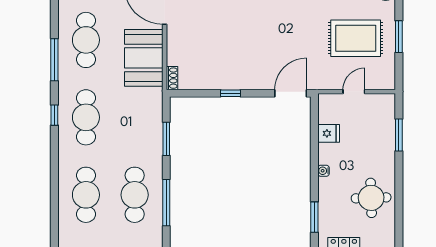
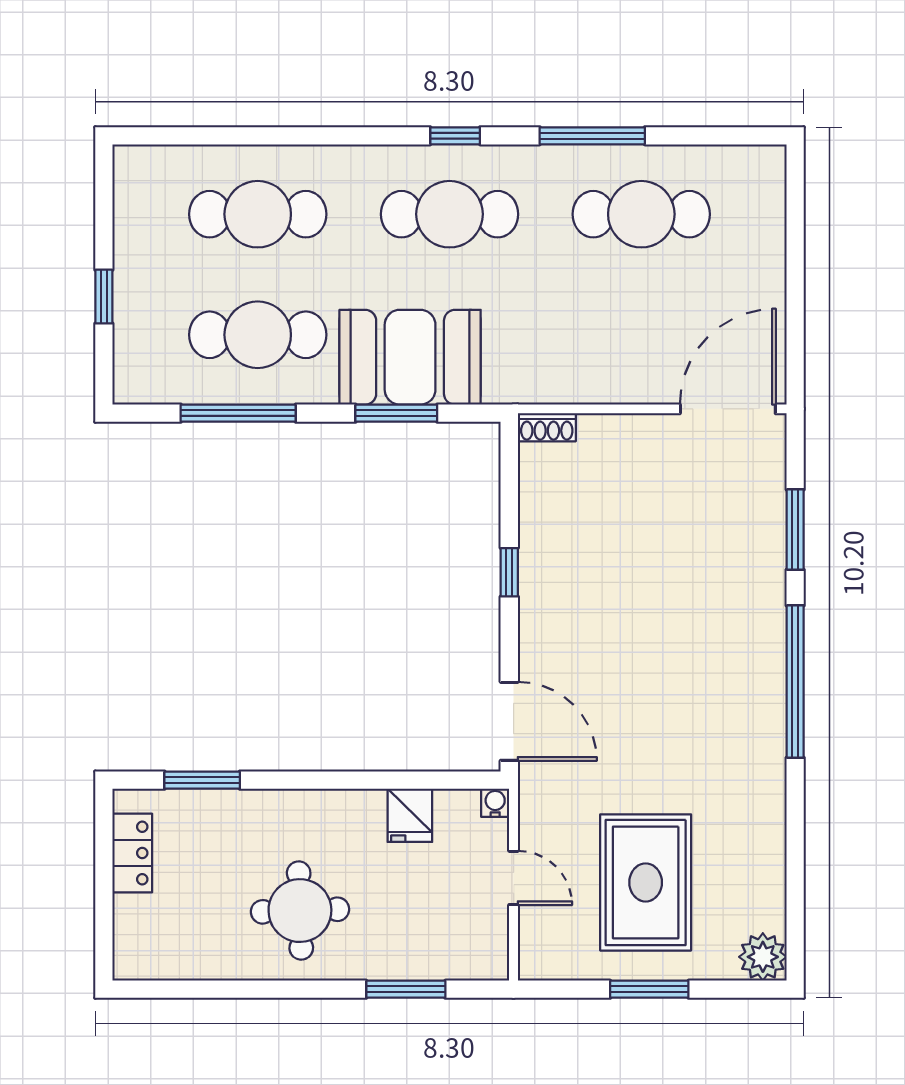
booth: (144, 58) -> (410, 357), moved
water cooler: (324, 171) -> (495, 803), moved
round table: (371, 198) -> (300, 911), moved

